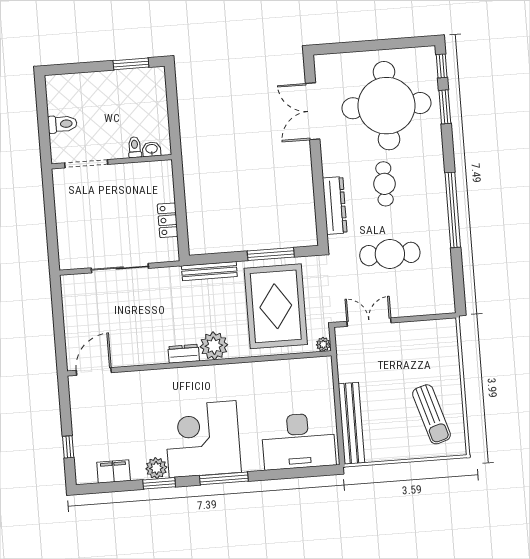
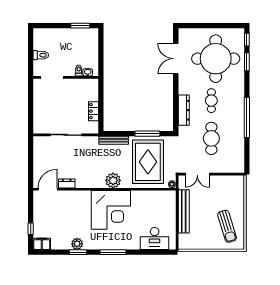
cafe table: (390, 254) -> (211, 138), turned 90
double door: (369, 322) -> (197, 174), swing flipped
dresser: (184, 354) -> (67, 183), moved
bench: (351, 423) -> (184, 211), moved
corner desk: (203, 439) -> (111, 210), moved, turned 180
desk: (299, 441) -> (155, 238), width x0.73, depth x0.77
filing cabinet: (114, 471) -> (42, 244), moved

